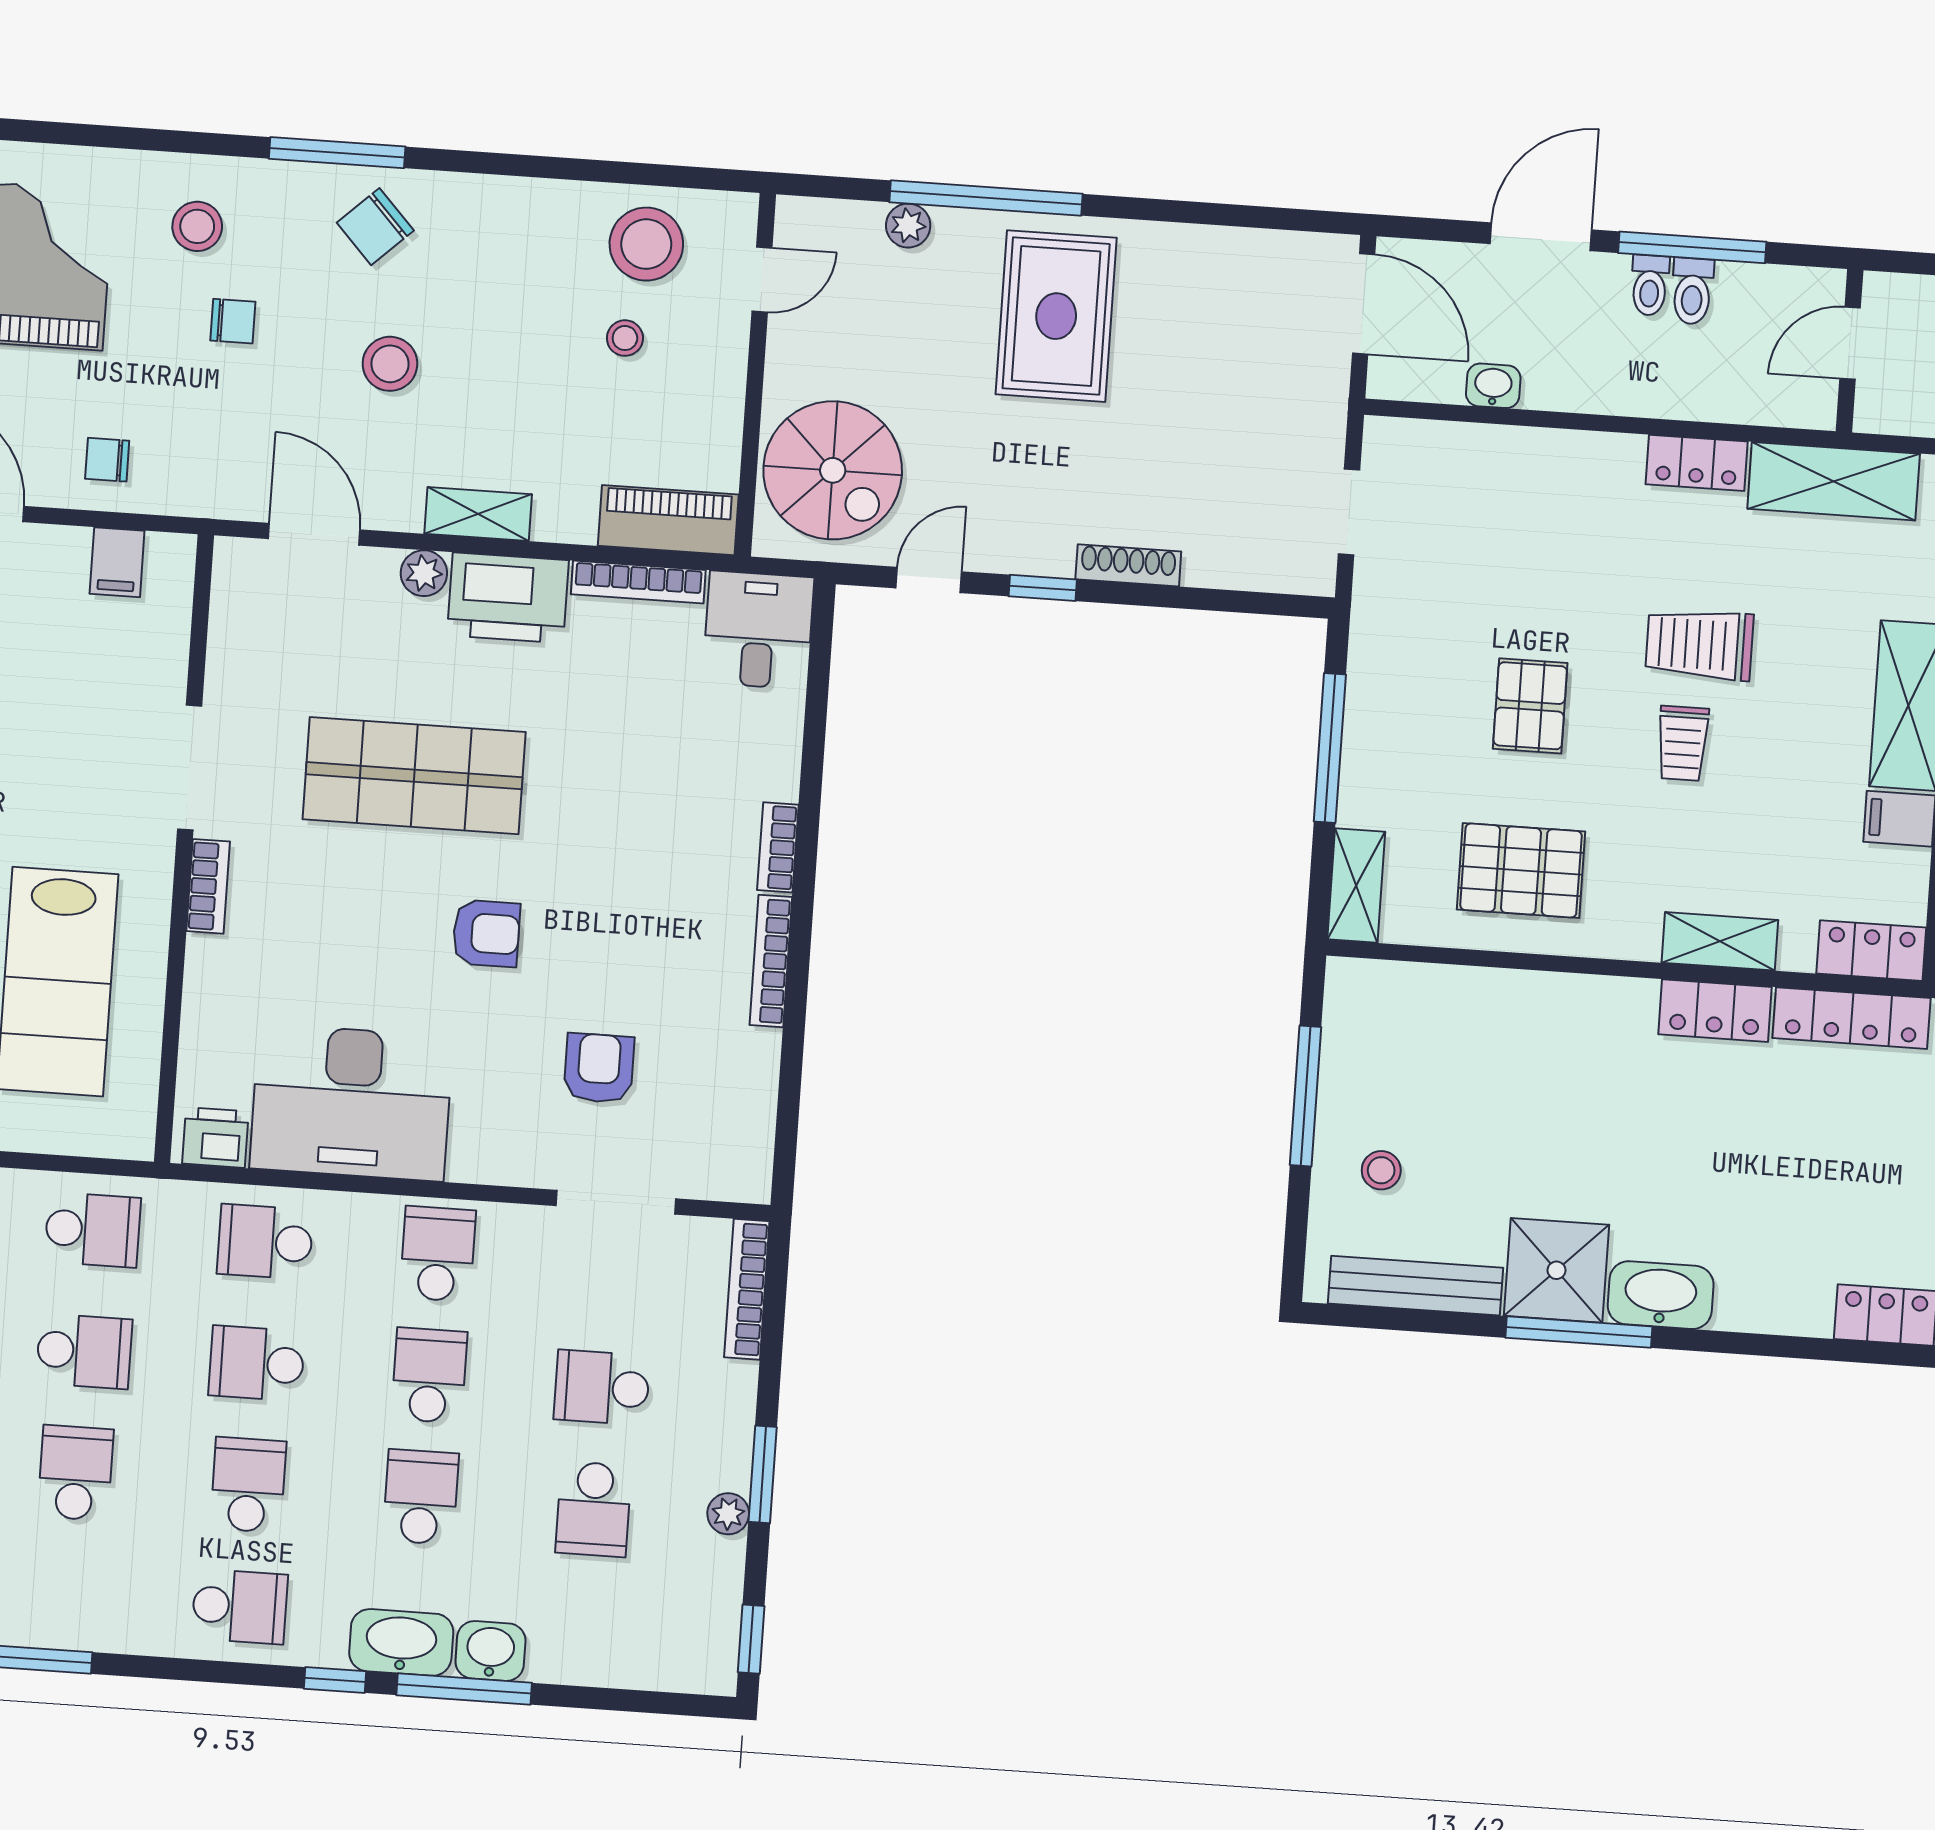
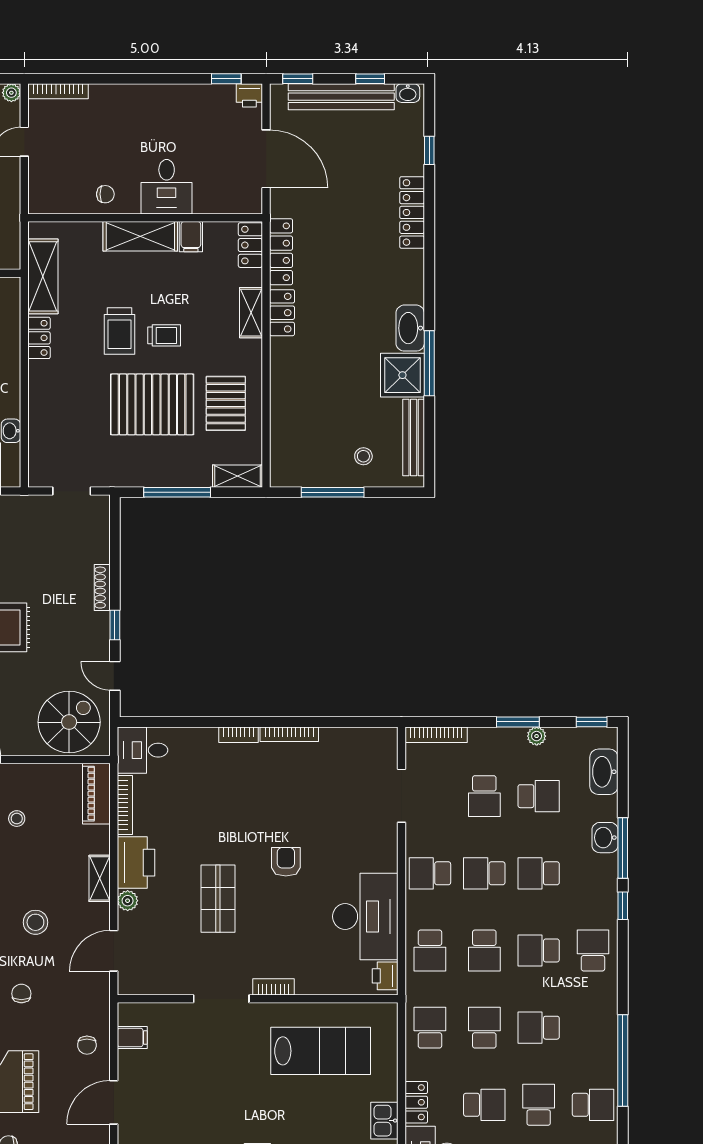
pallet: (1530, 706) -> (152, 404), width x2.05, depth x2.00
shop shelf: (414, 776) -> (218, 899), width x0.70, depth x0.74
armchair: (599, 1068) -> (342, 807), removed
washbasin: (401, 1642) -> (604, 772), moved

